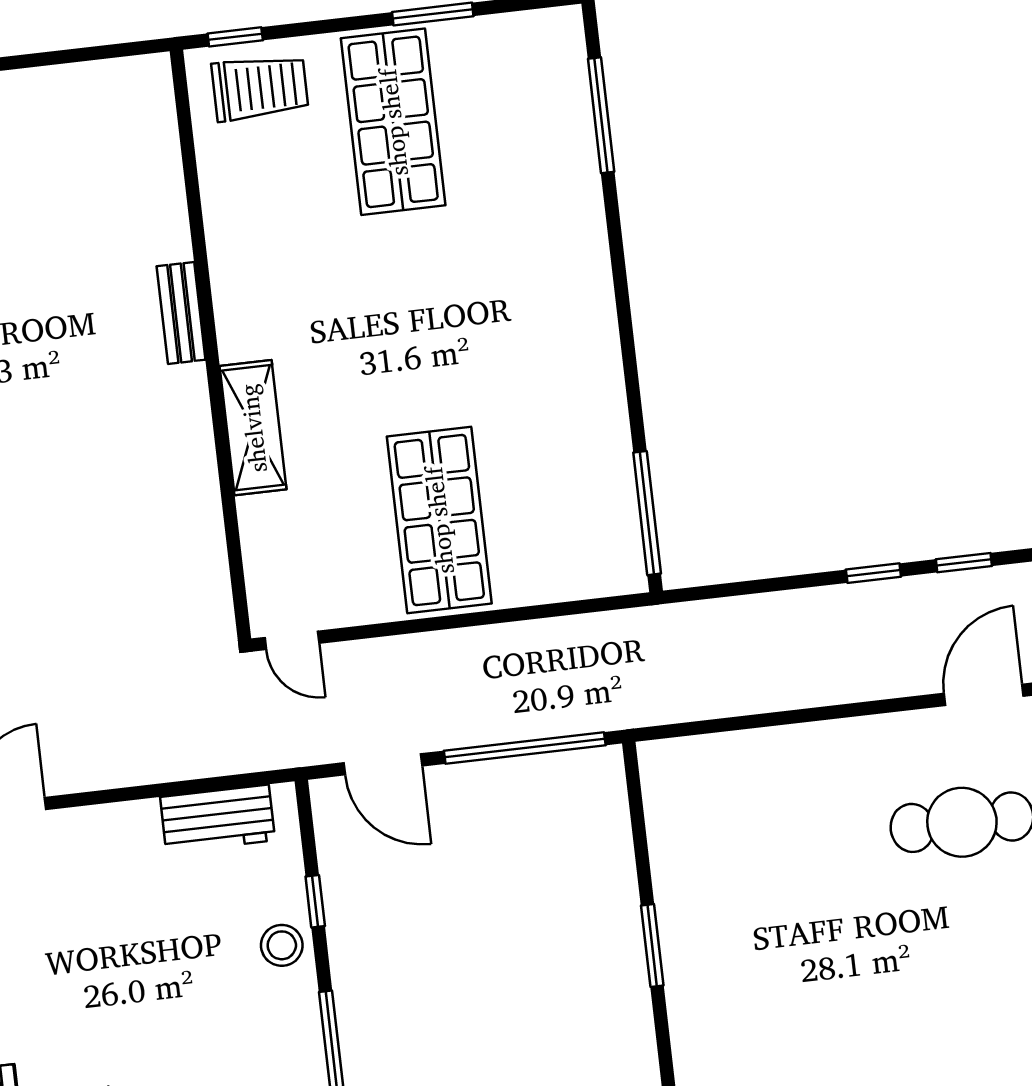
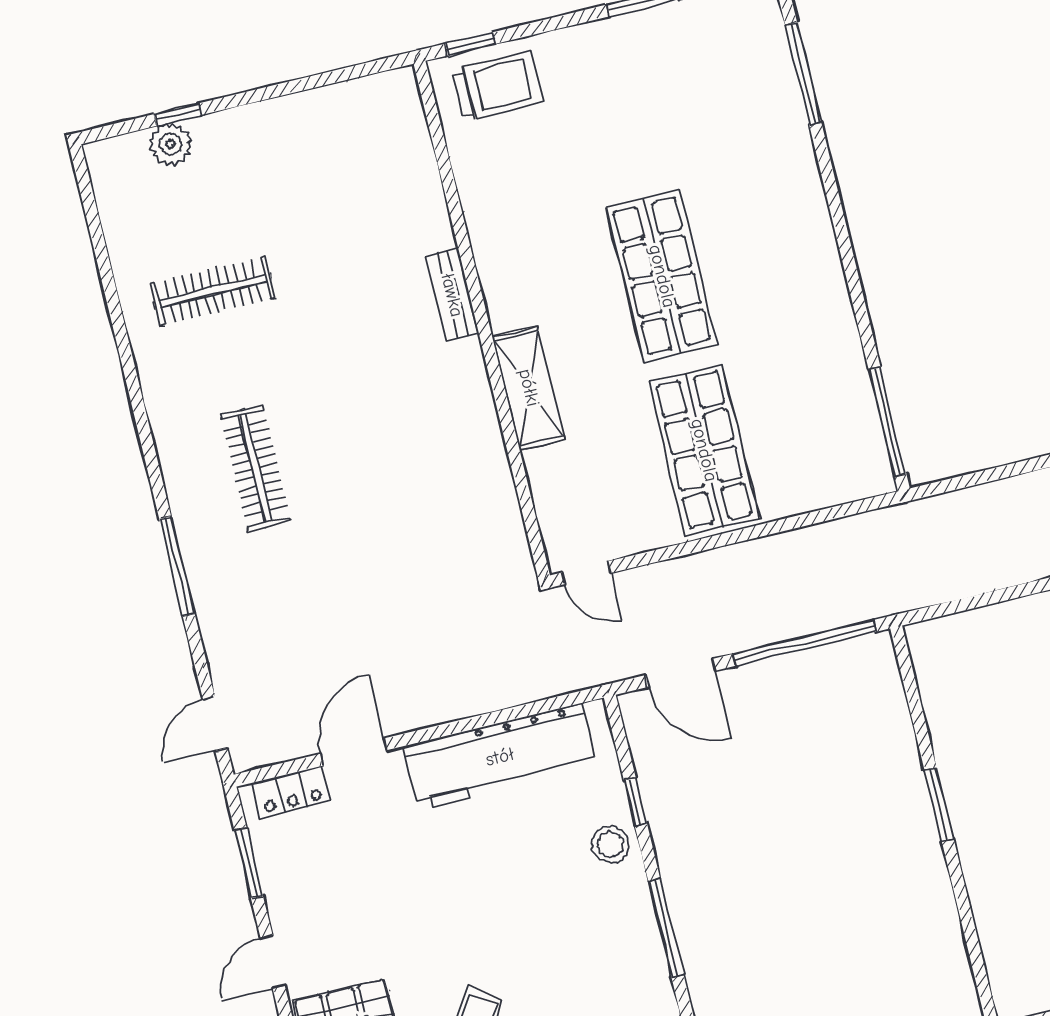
shop shelf: (393, 122) -> (662, 276), moved
workbench: (218, 819) -> (500, 757), width x1.88, depth x1.32

